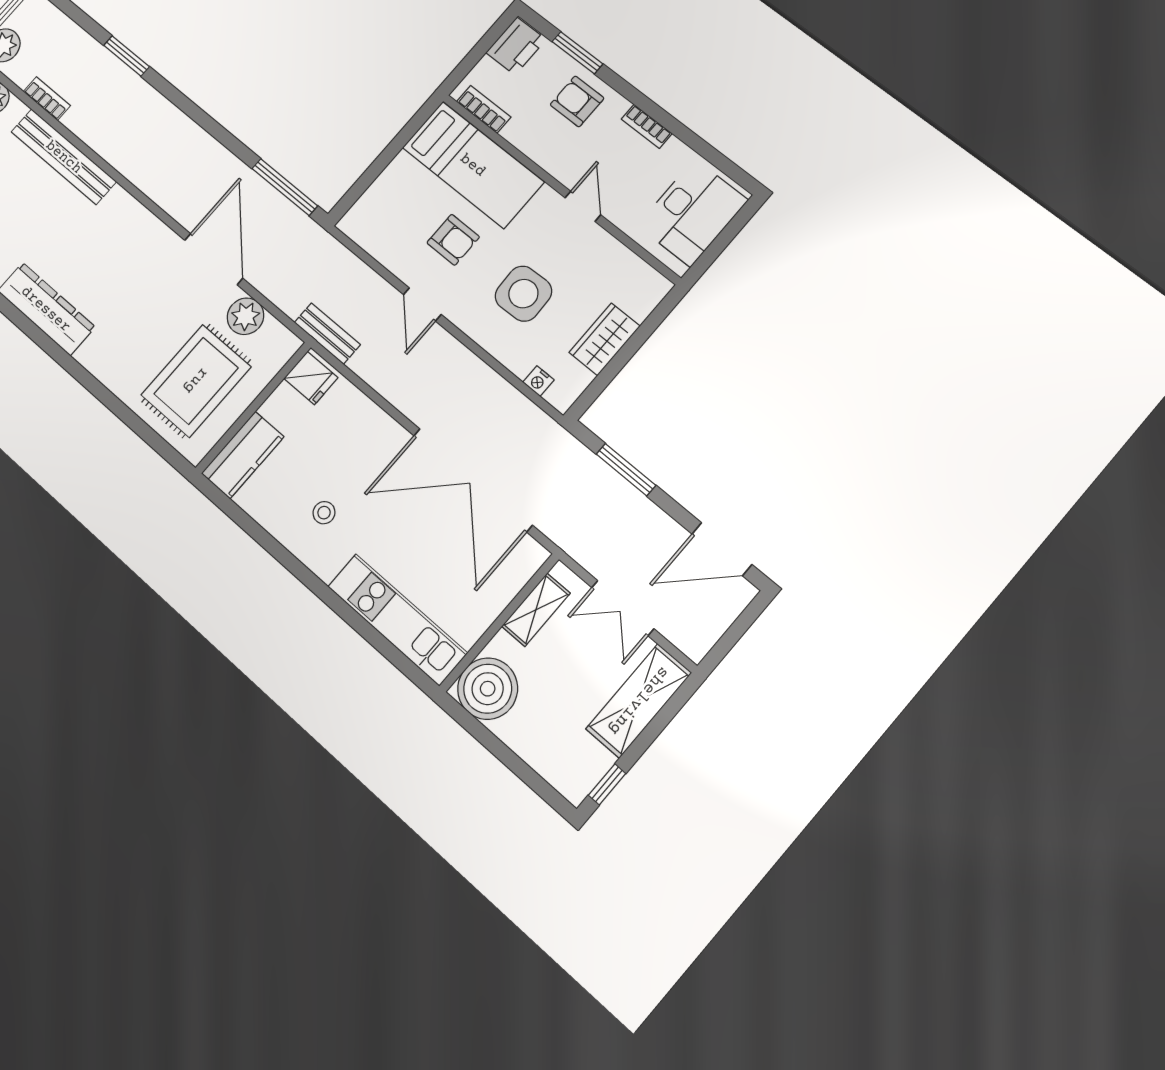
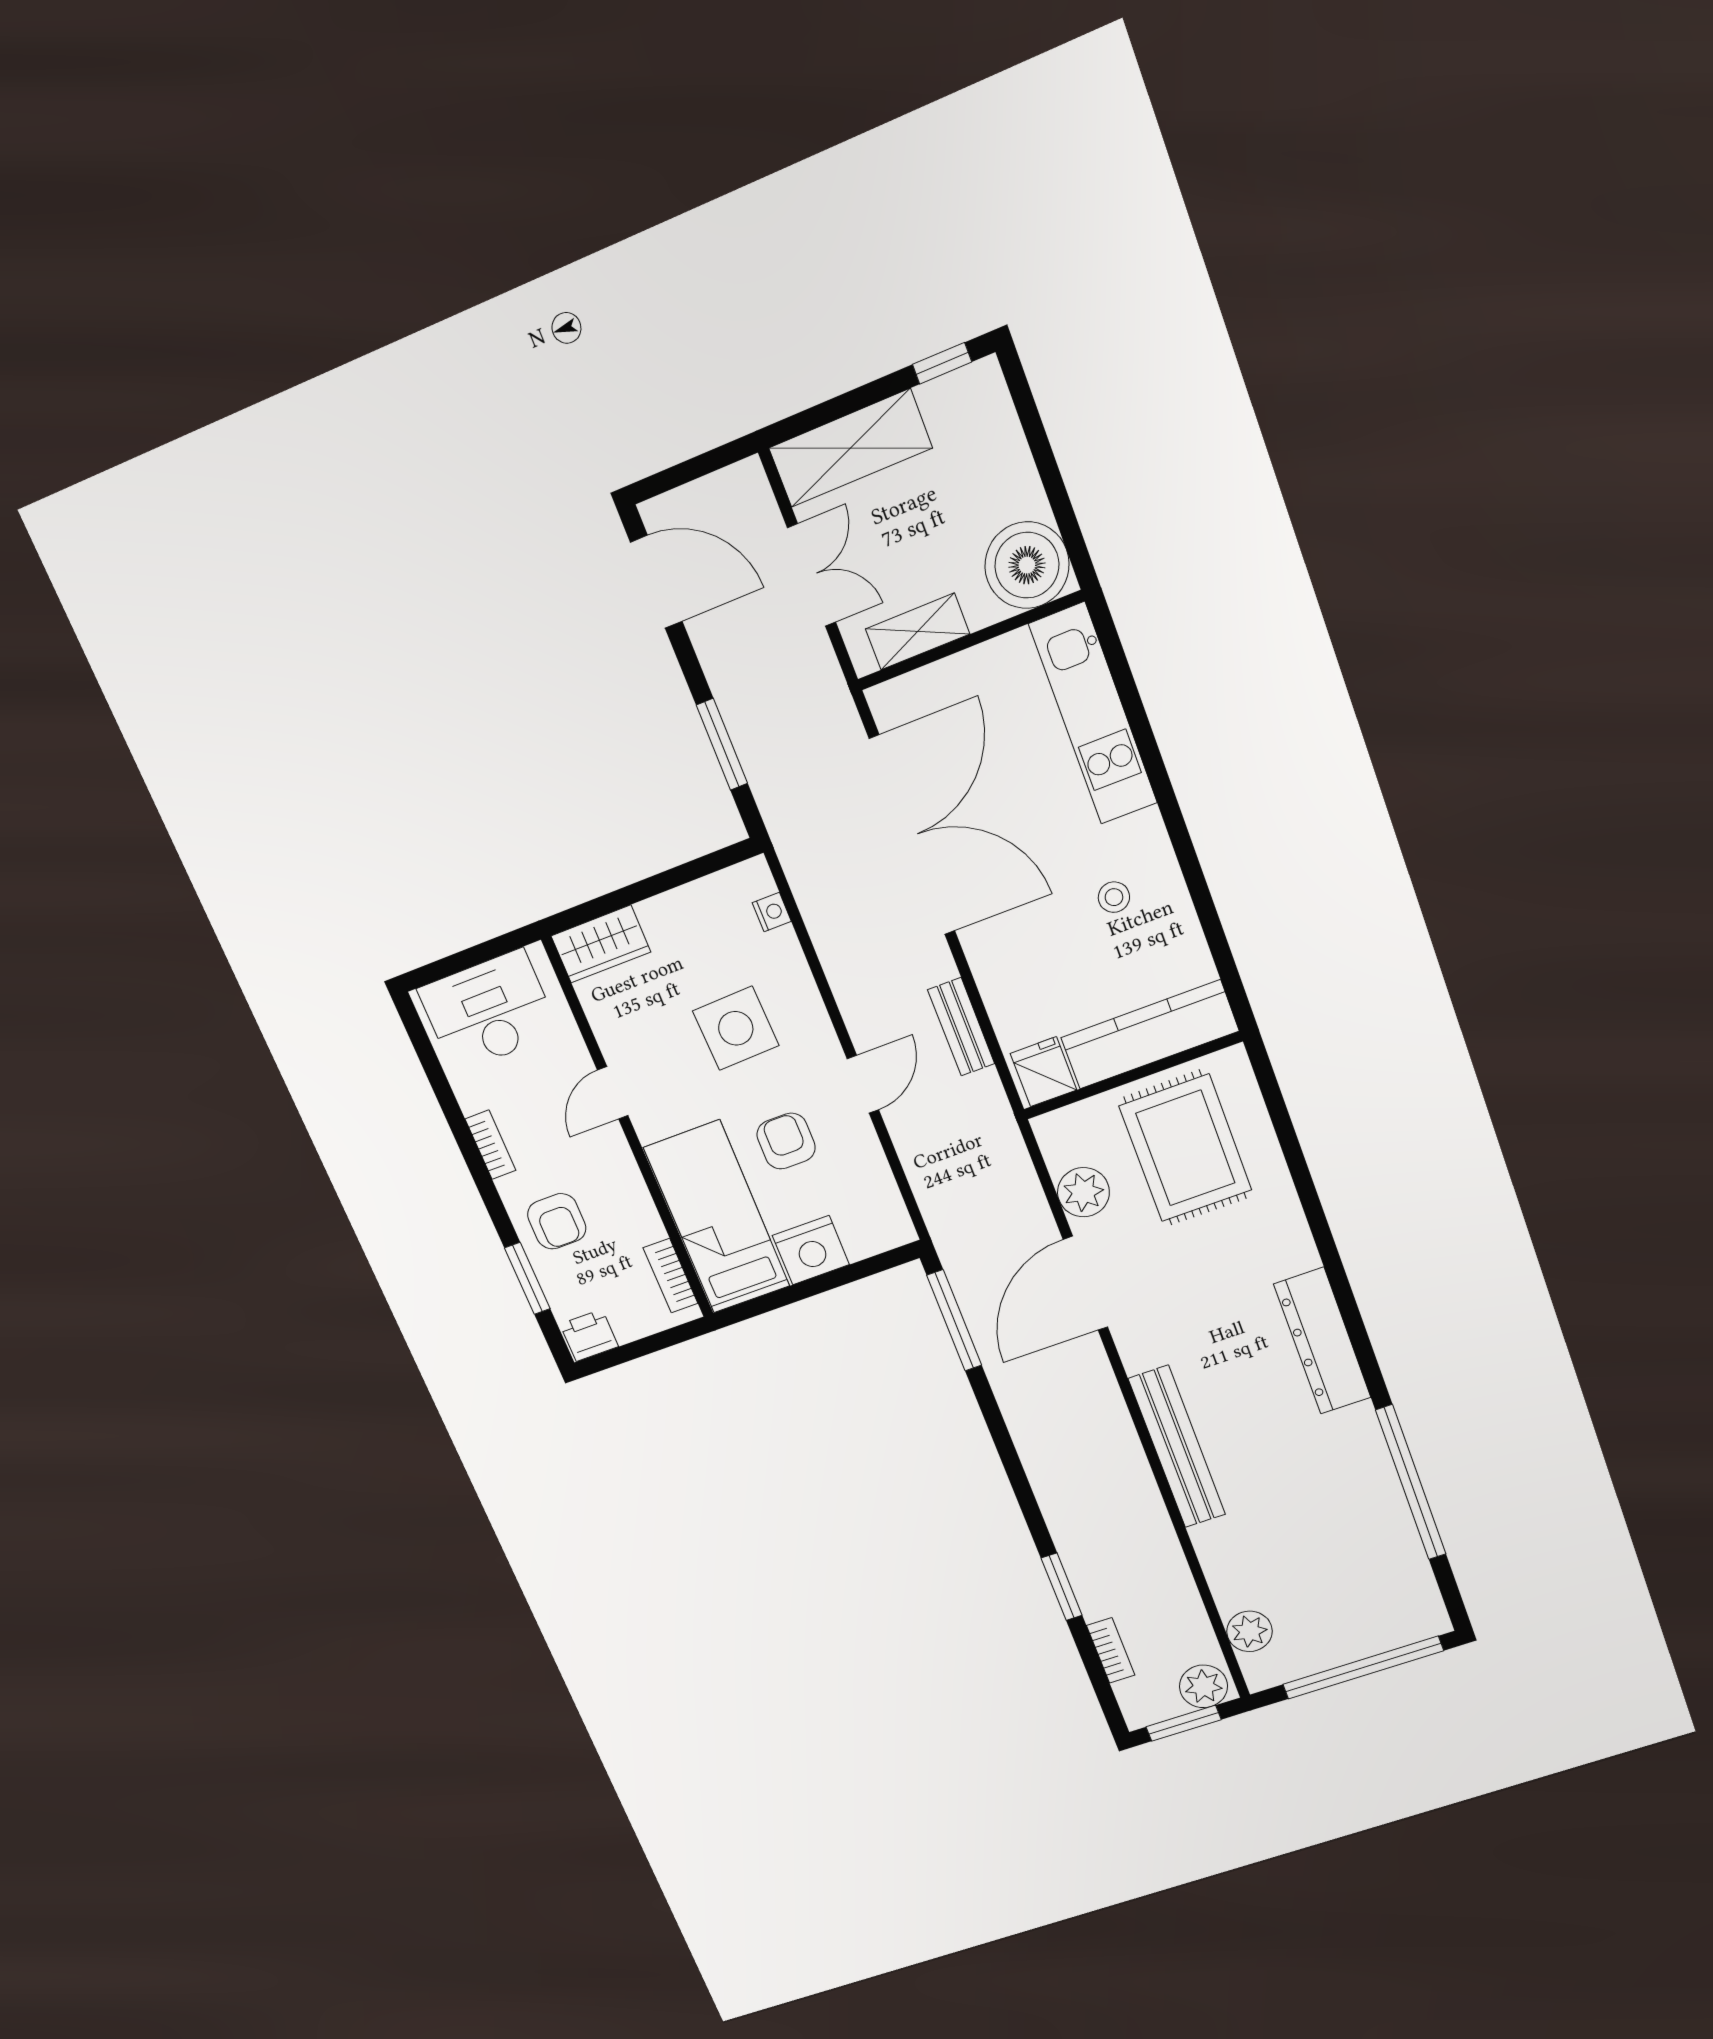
printer: (516, 46) -> (589, 1335), width x0.73, depth x0.81
bookcase: (47, 99) -> (1111, 1650), moved, turned 180
bench: (64, 157) -> (1177, 1447), moved
nightstand: (401, 179) -> (811, 1250), added
bench: (327, 334) -> (961, 1027), moved
wardrobe: (605, 339) -> (601, 944), moved
rug: (196, 381) -> (1185, 1148), turned 90
kitchen counter: (243, 455) -> (1150, 1034), width x1.50

